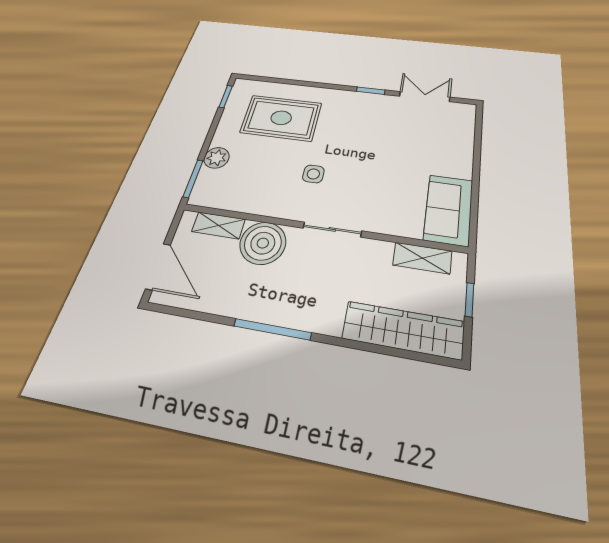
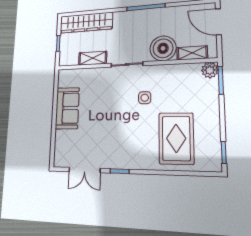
rug: (281, 118) -> (176, 138), turned 90
plant: (217, 158) -> (210, 70), moved
sofa: (449, 210) -> (67, 108), moved
shelving: (422, 258) -> (93, 58), moved

